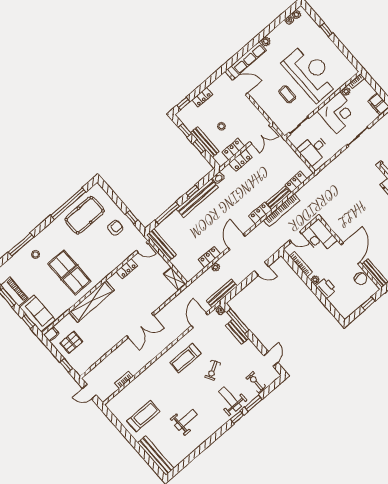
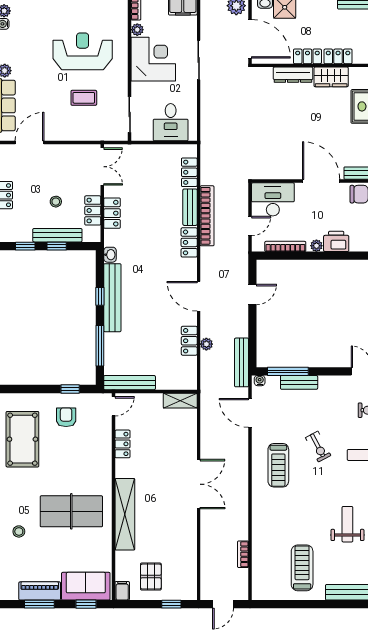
reception desk: (310, 73) -> (83, 51), width x0.74, depth x0.77

